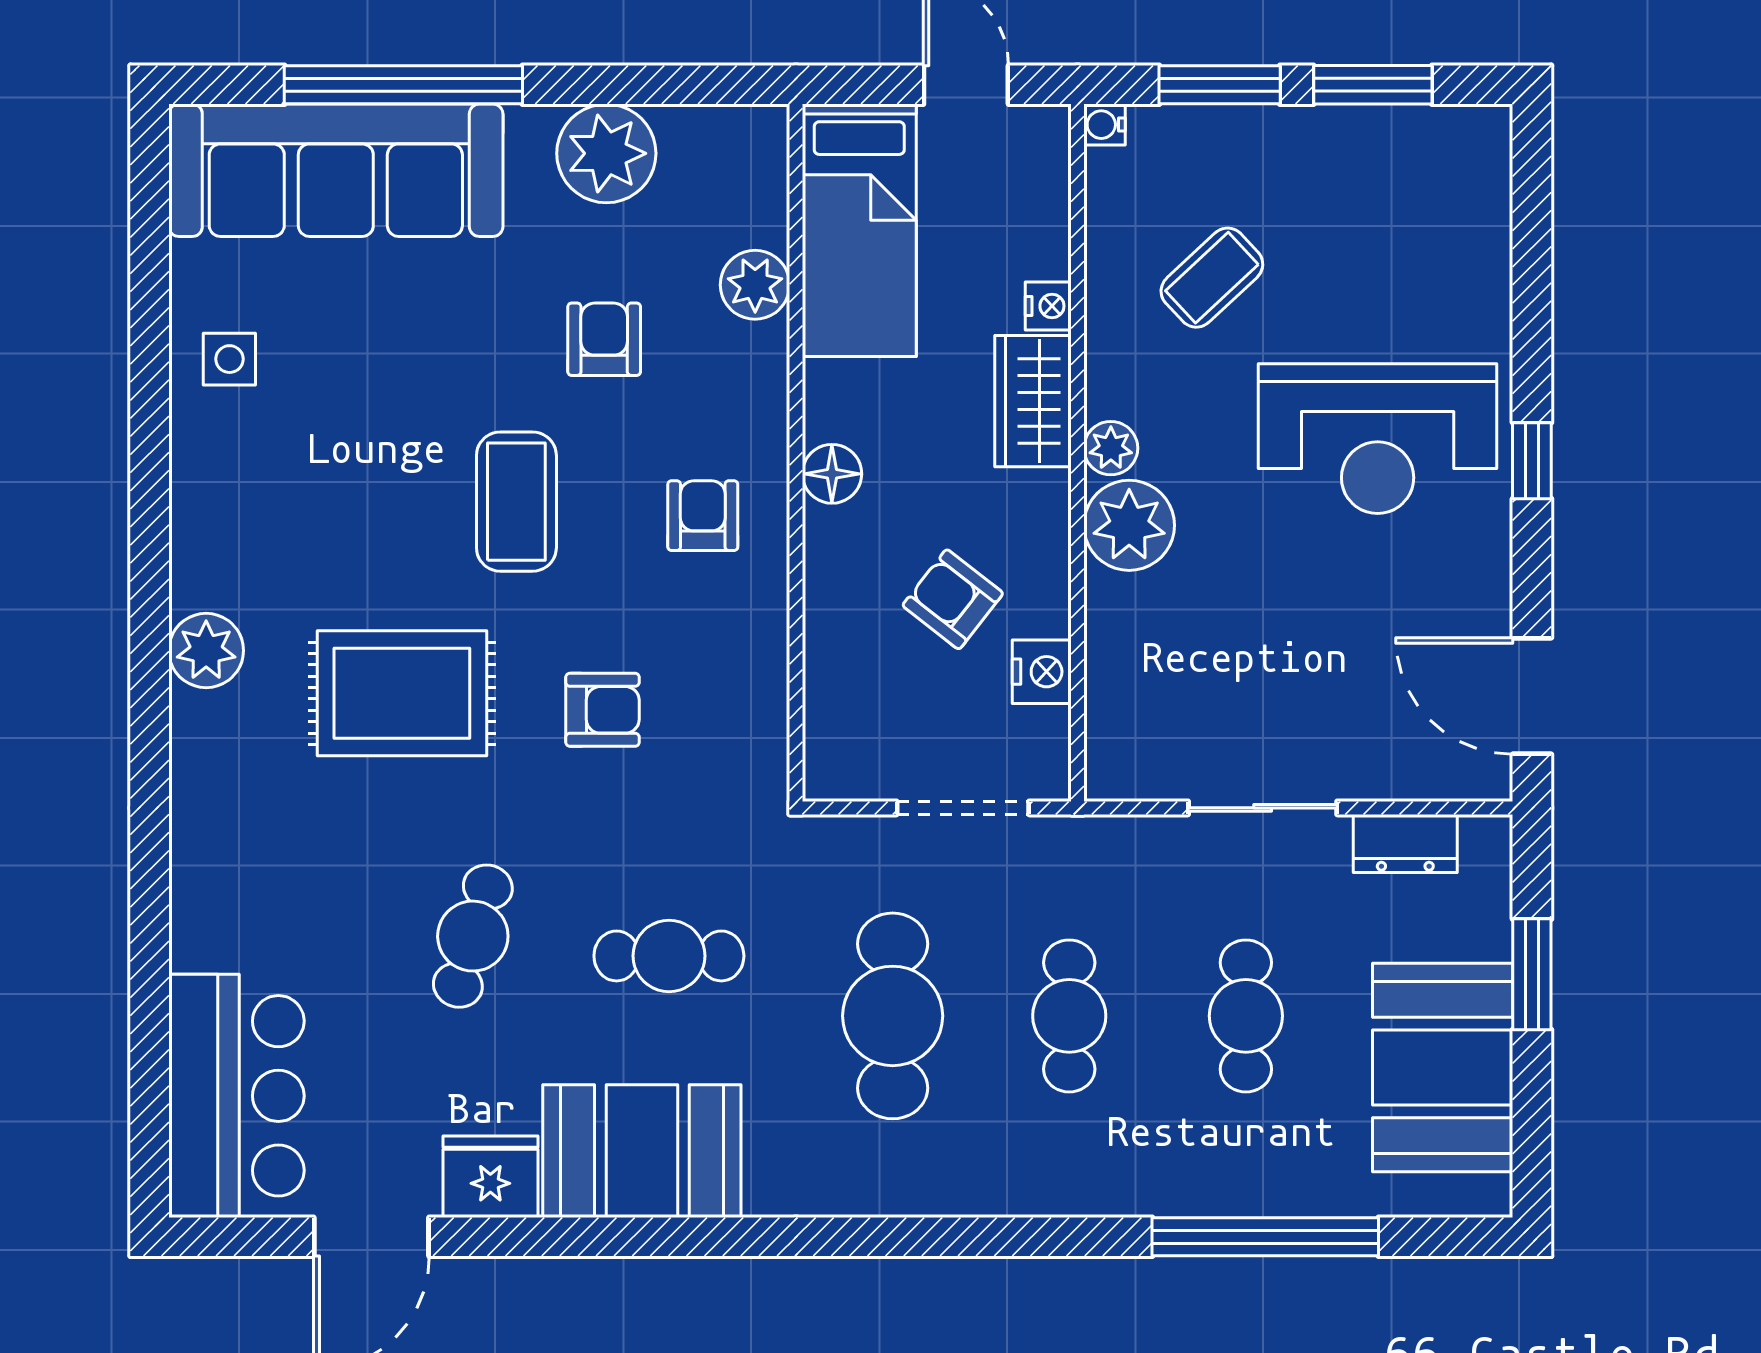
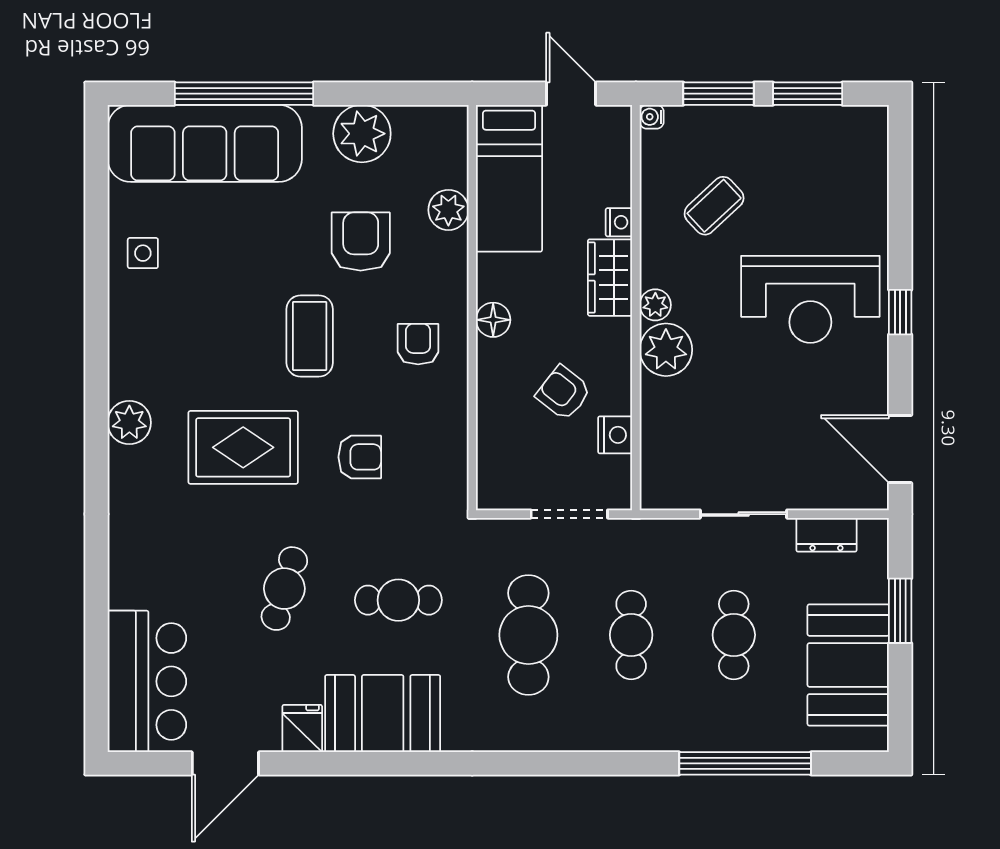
armchair: (604, 339) -> (361, 242), width x1.38, depth x1.38
fridge: (490, 1177) -> (302, 728), width x0.72

